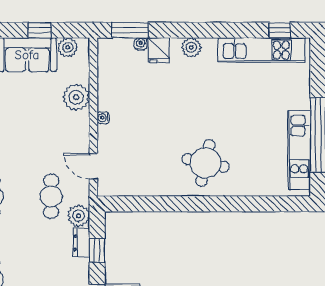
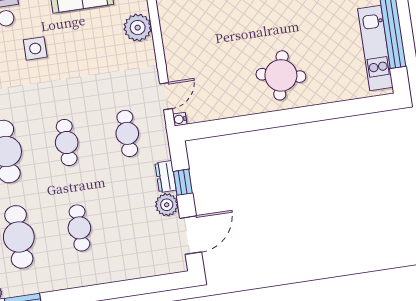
water cooler: (103, 118) -> (180, 119), moved
door: (93, 166) -> (166, 96), swing flipped
plant: (79, 216) -> (167, 205), moved

